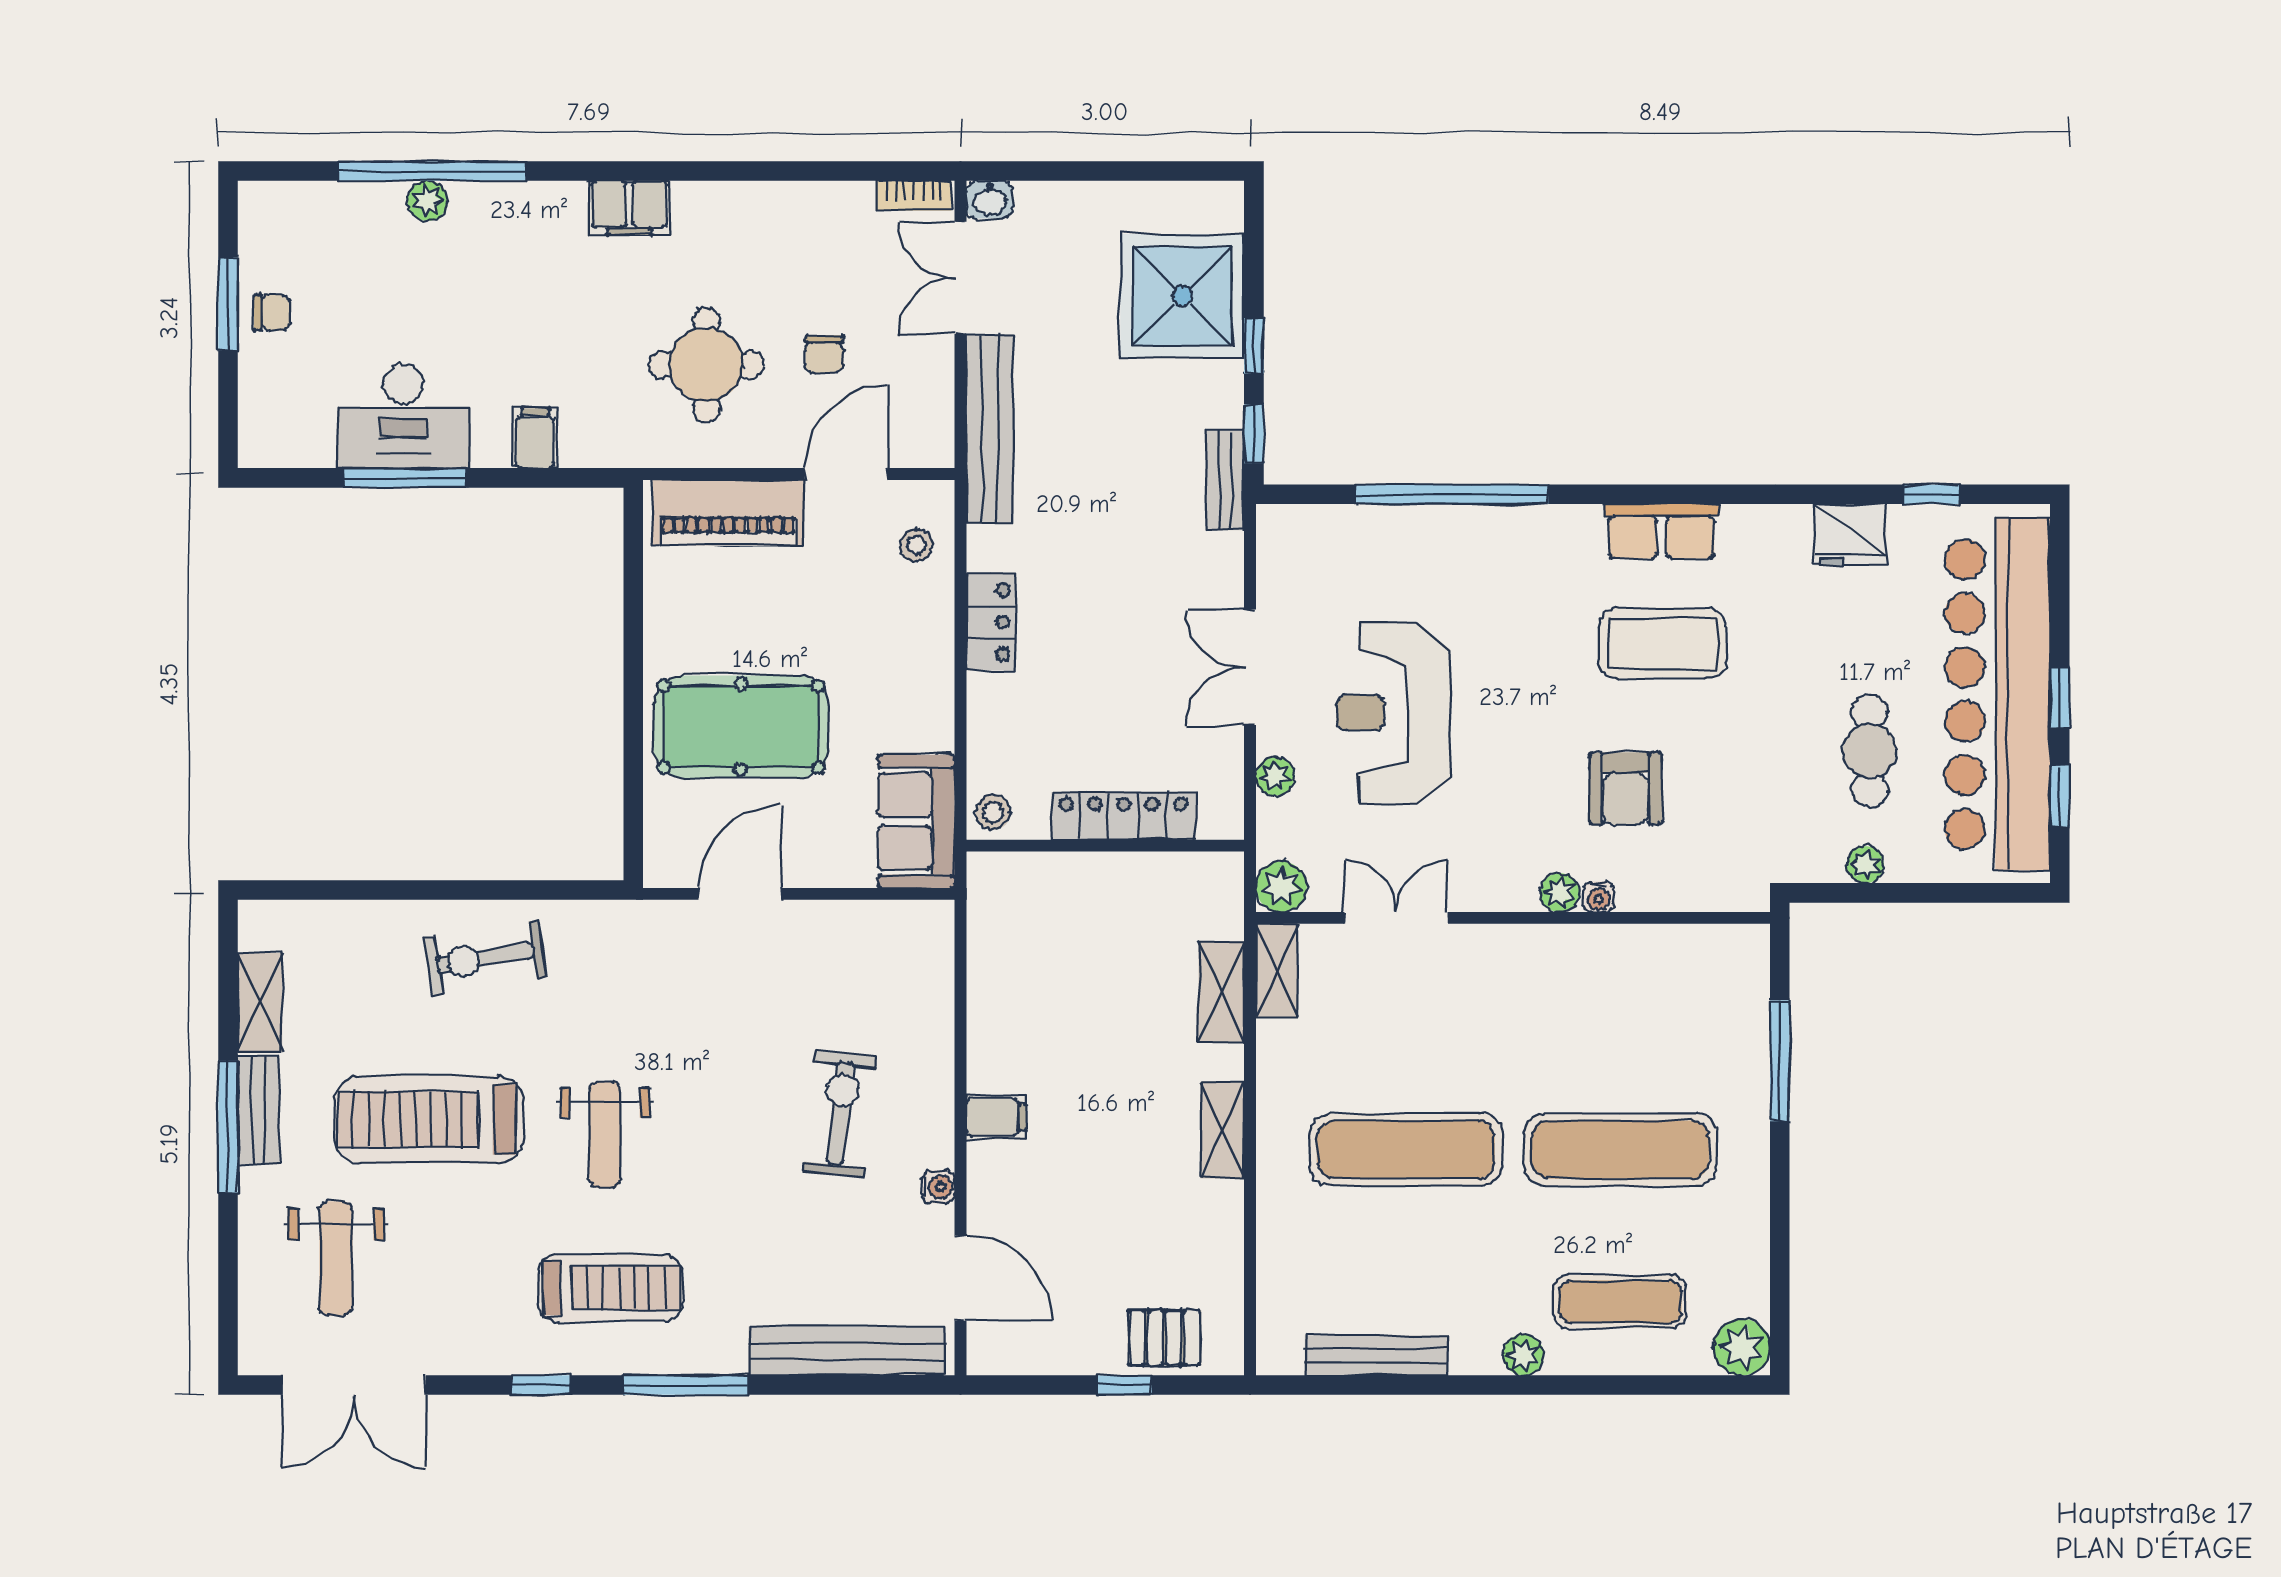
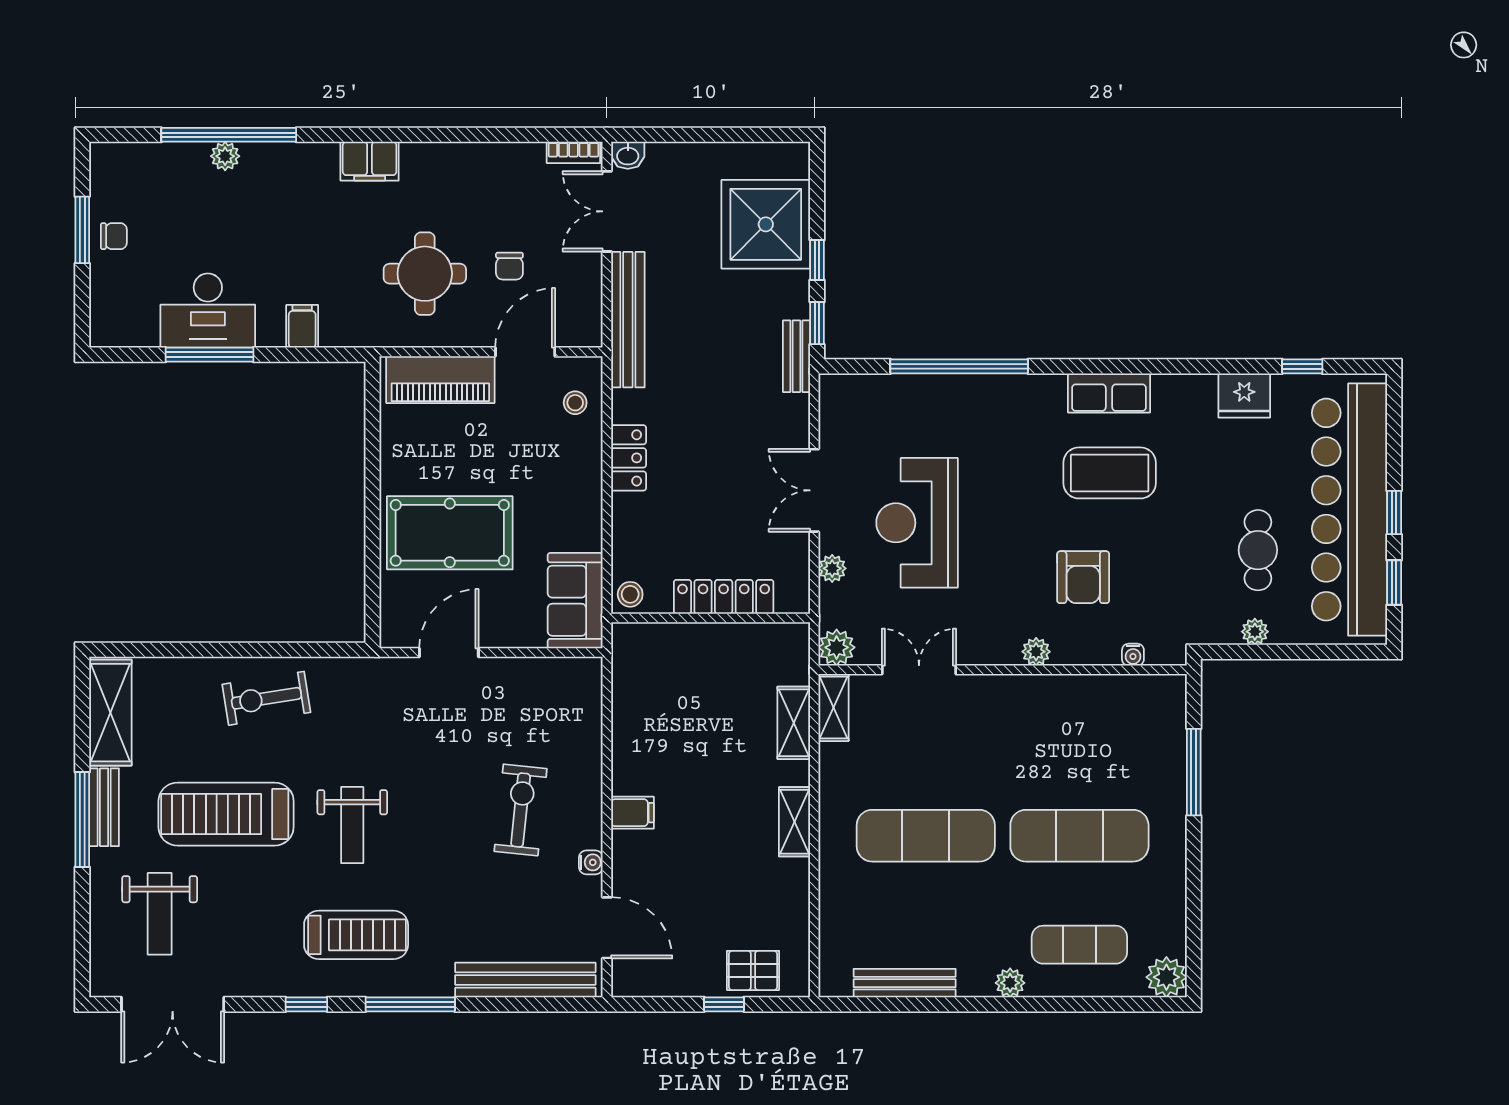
water cooler: (1598, 897) -> (1133, 655), moved
shelving: (260, 1002) -> (110, 713), width x1.50, depth x1.33

